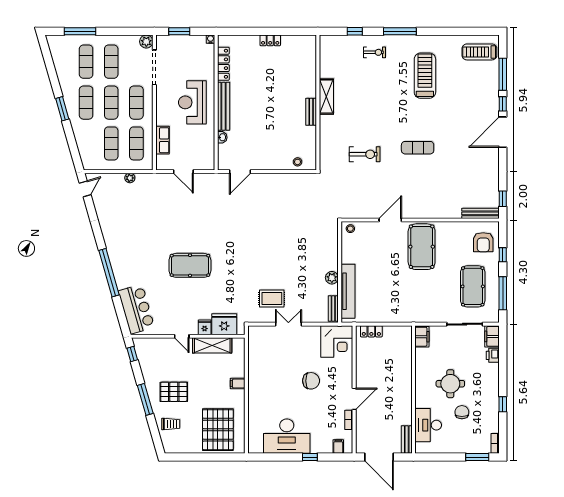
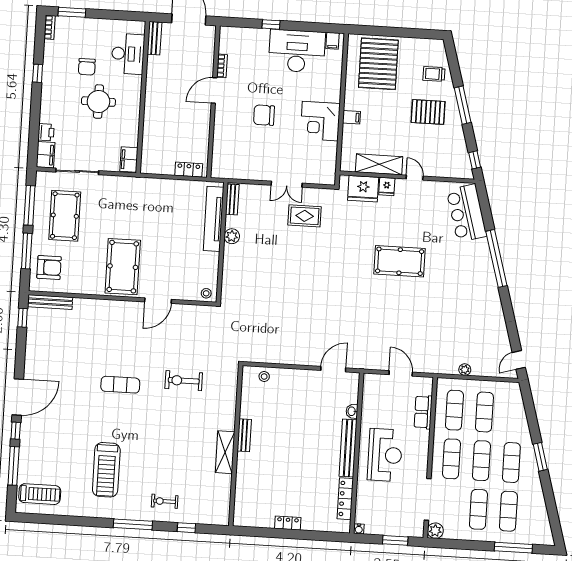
armchair: (483, 242) -> (49, 267), turned 90
window: (503, 255) -> (27, 251), width x2.17
corner desk: (337, 341) -> (320, 121), moved, turned -90
filing cabinet: (338, 447) -> (333, 41), moved

